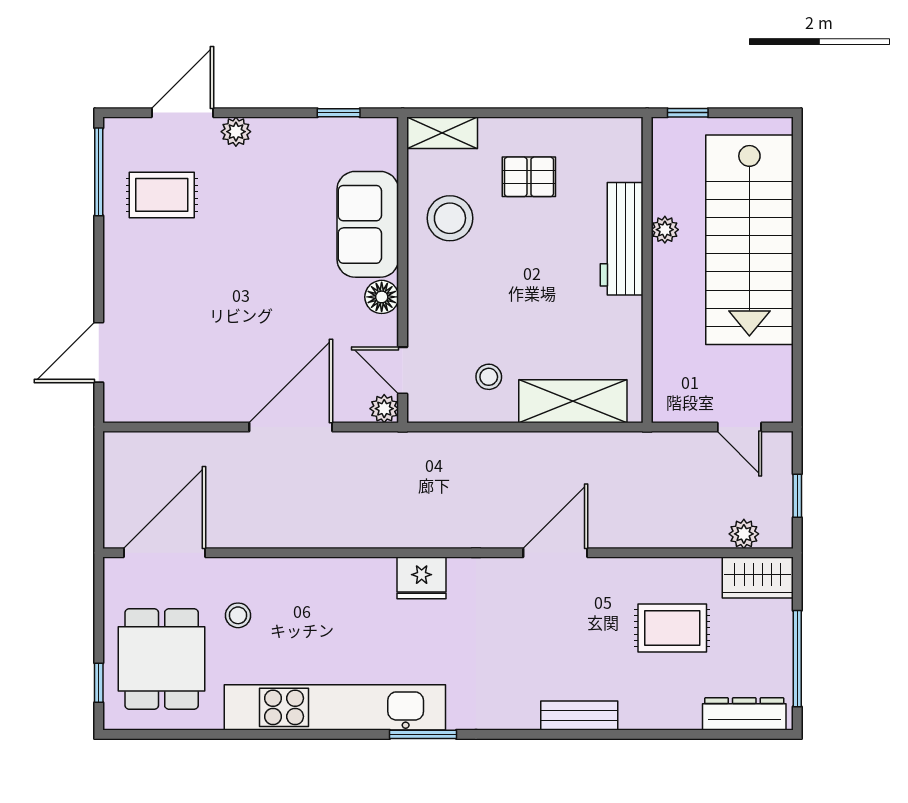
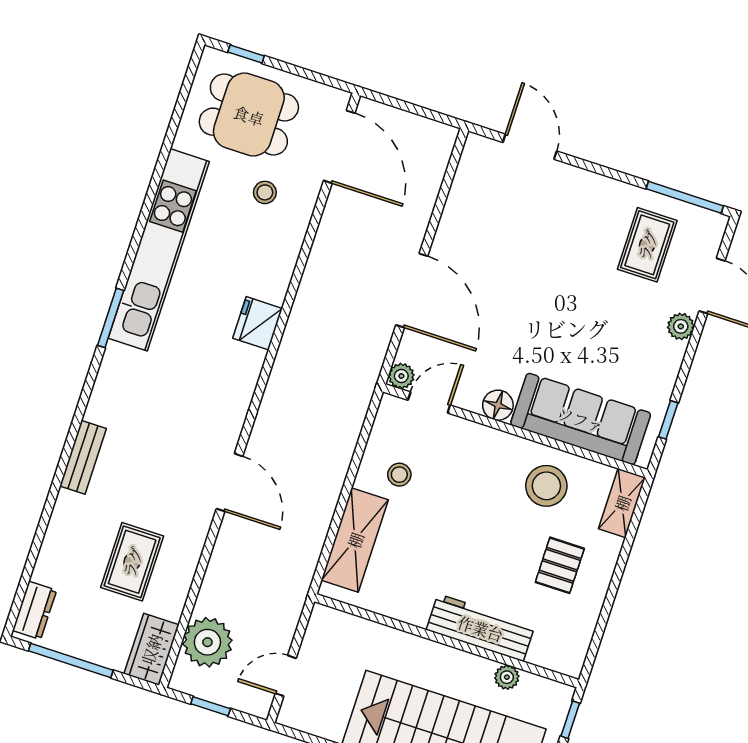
sofa: (368, 224) -> (581, 419), width x1.36
plant: (665, 230) -> (507, 677), moved
plant: (744, 534) -> (207, 642), width x1.88, depth x1.88
fridge: (422, 578) -> (258, 323), moved
dresser: (744, 714) -> (35, 610), width x0.70

